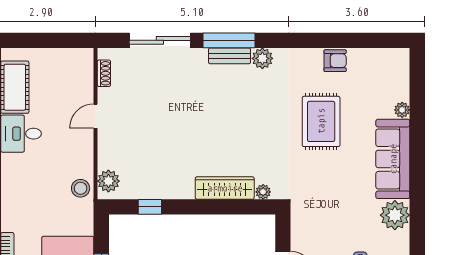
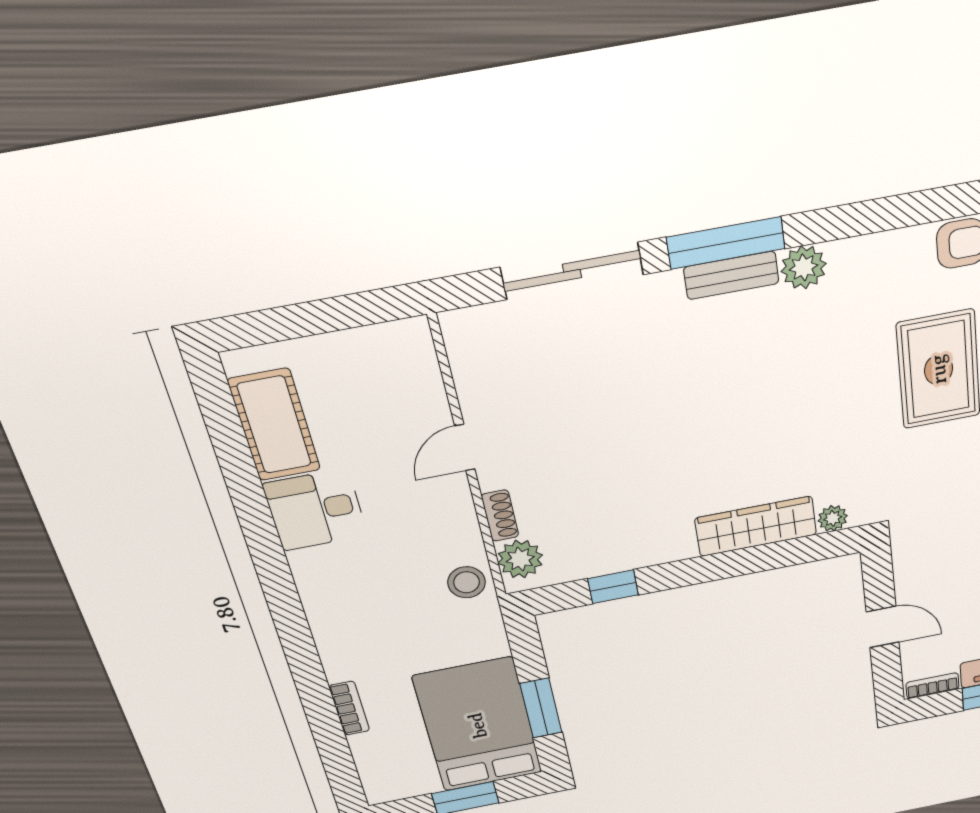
shoe rack: (104, 73) -> (500, 516), moved

